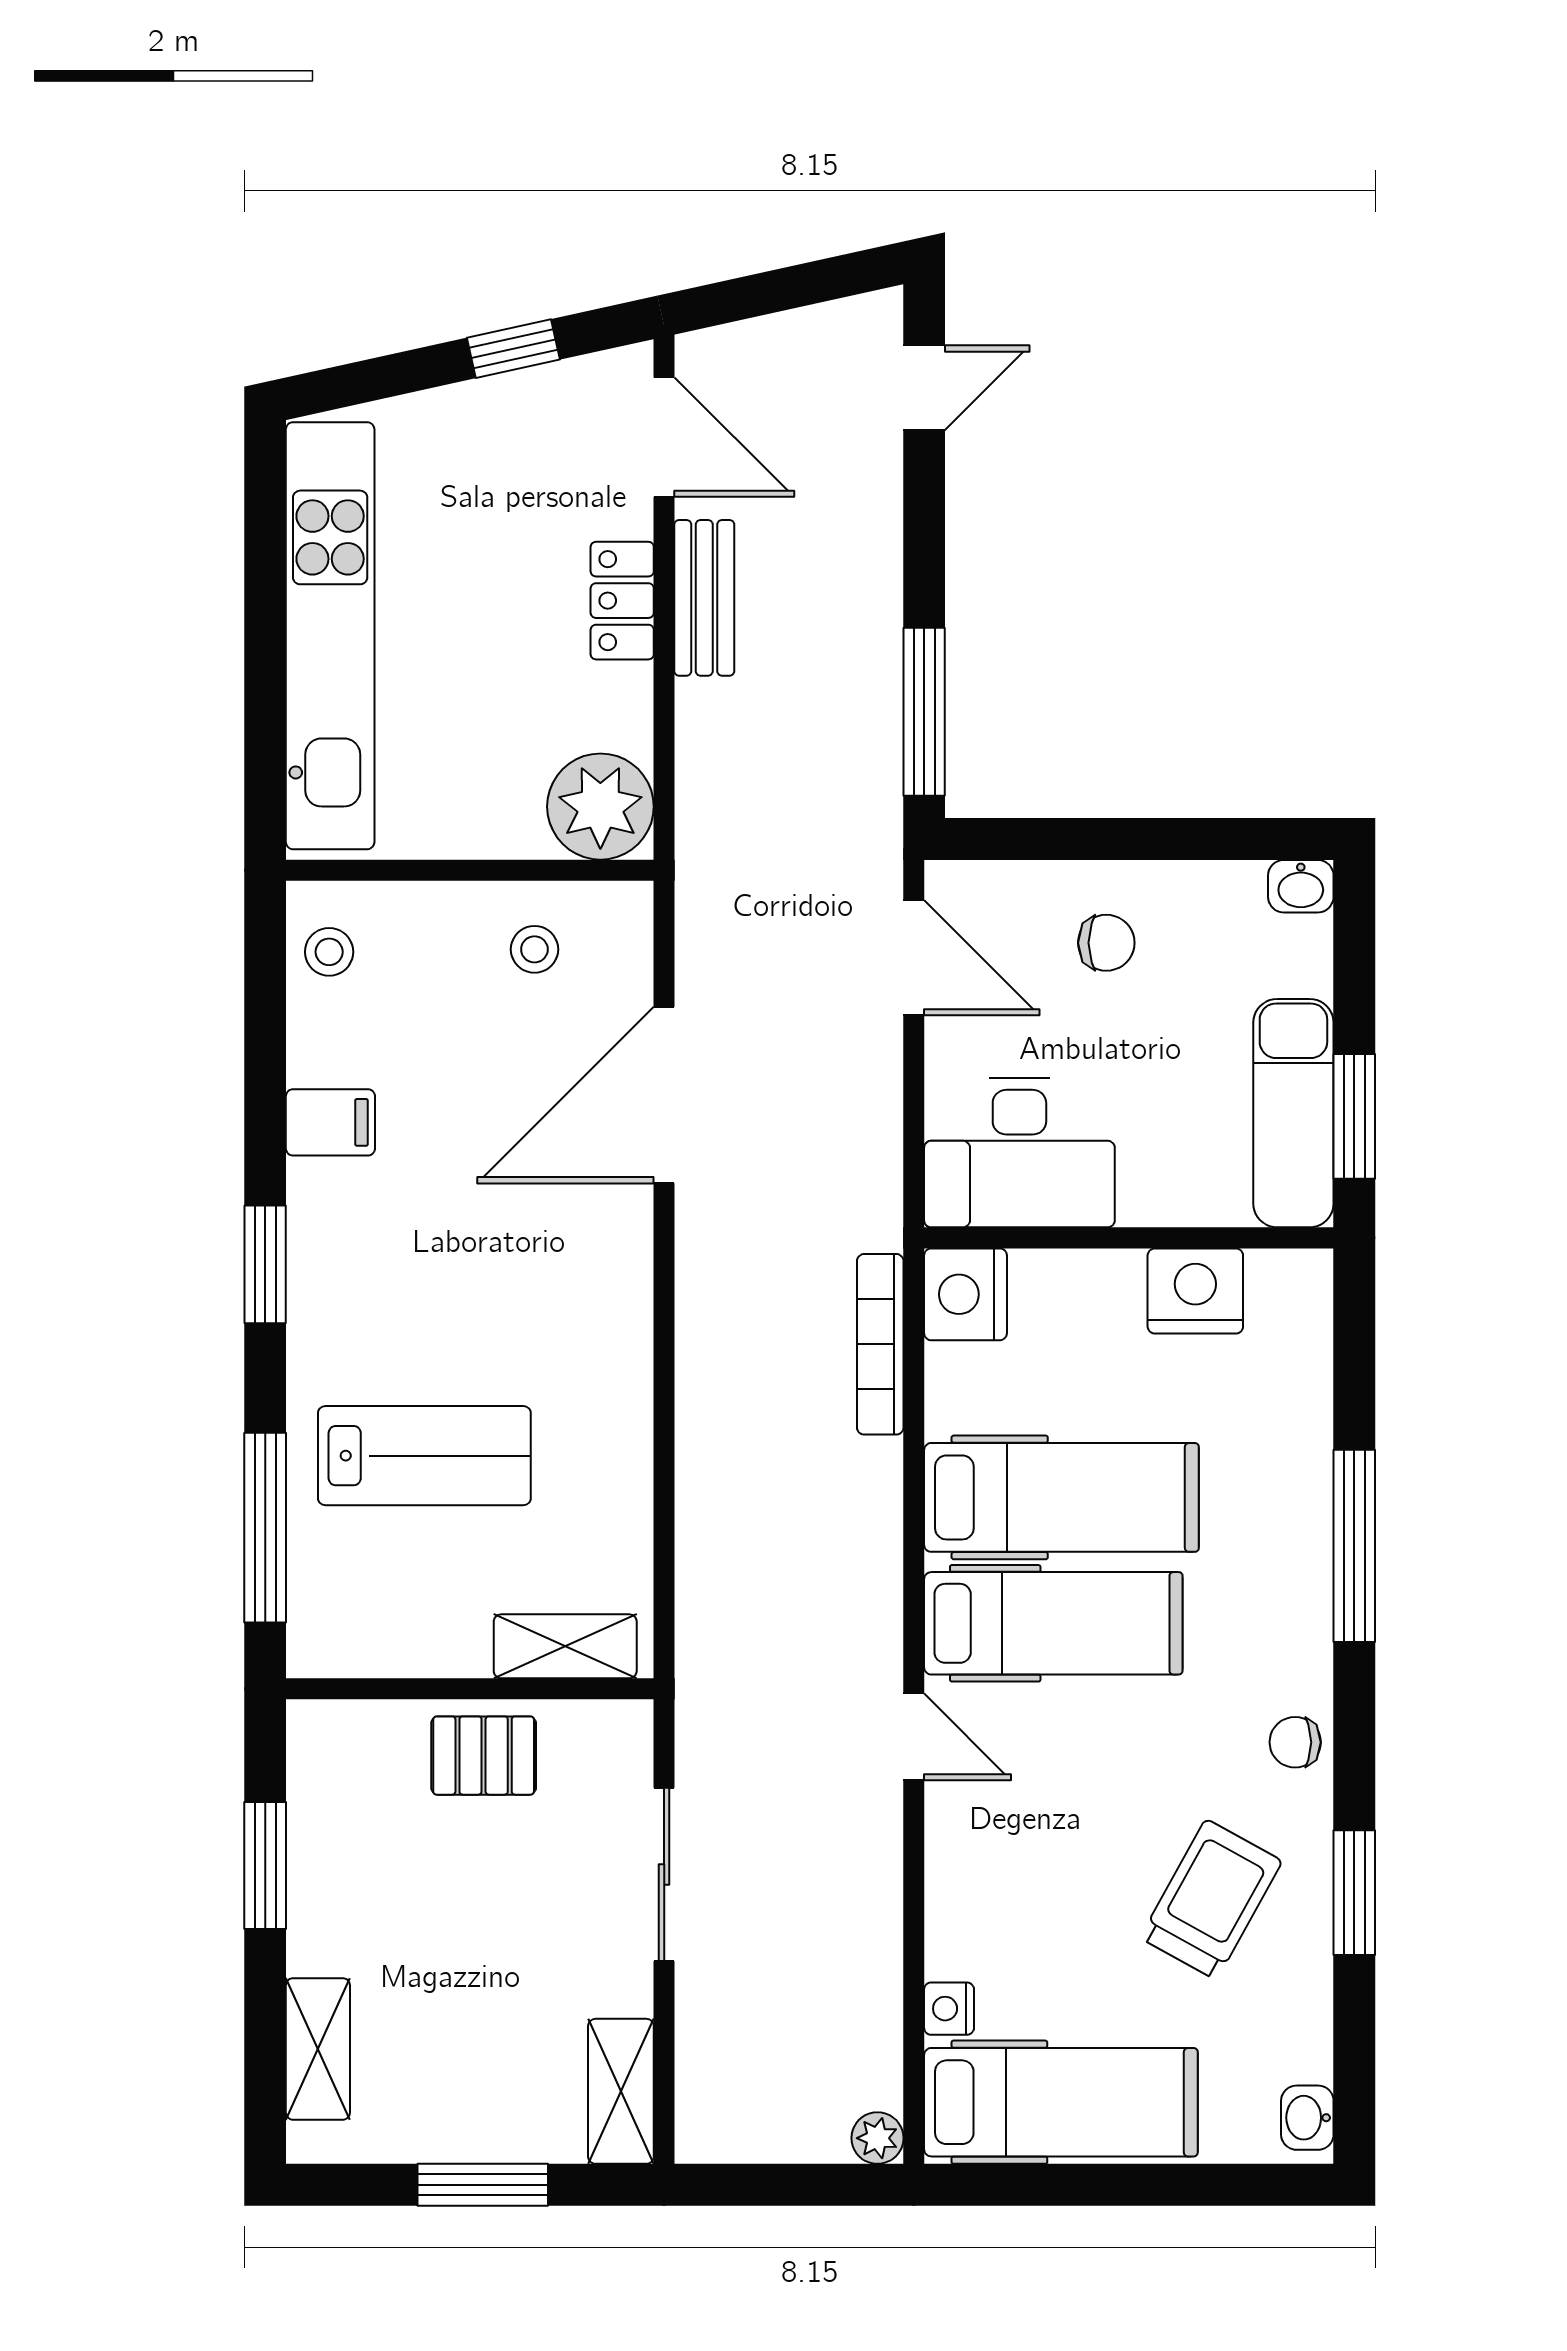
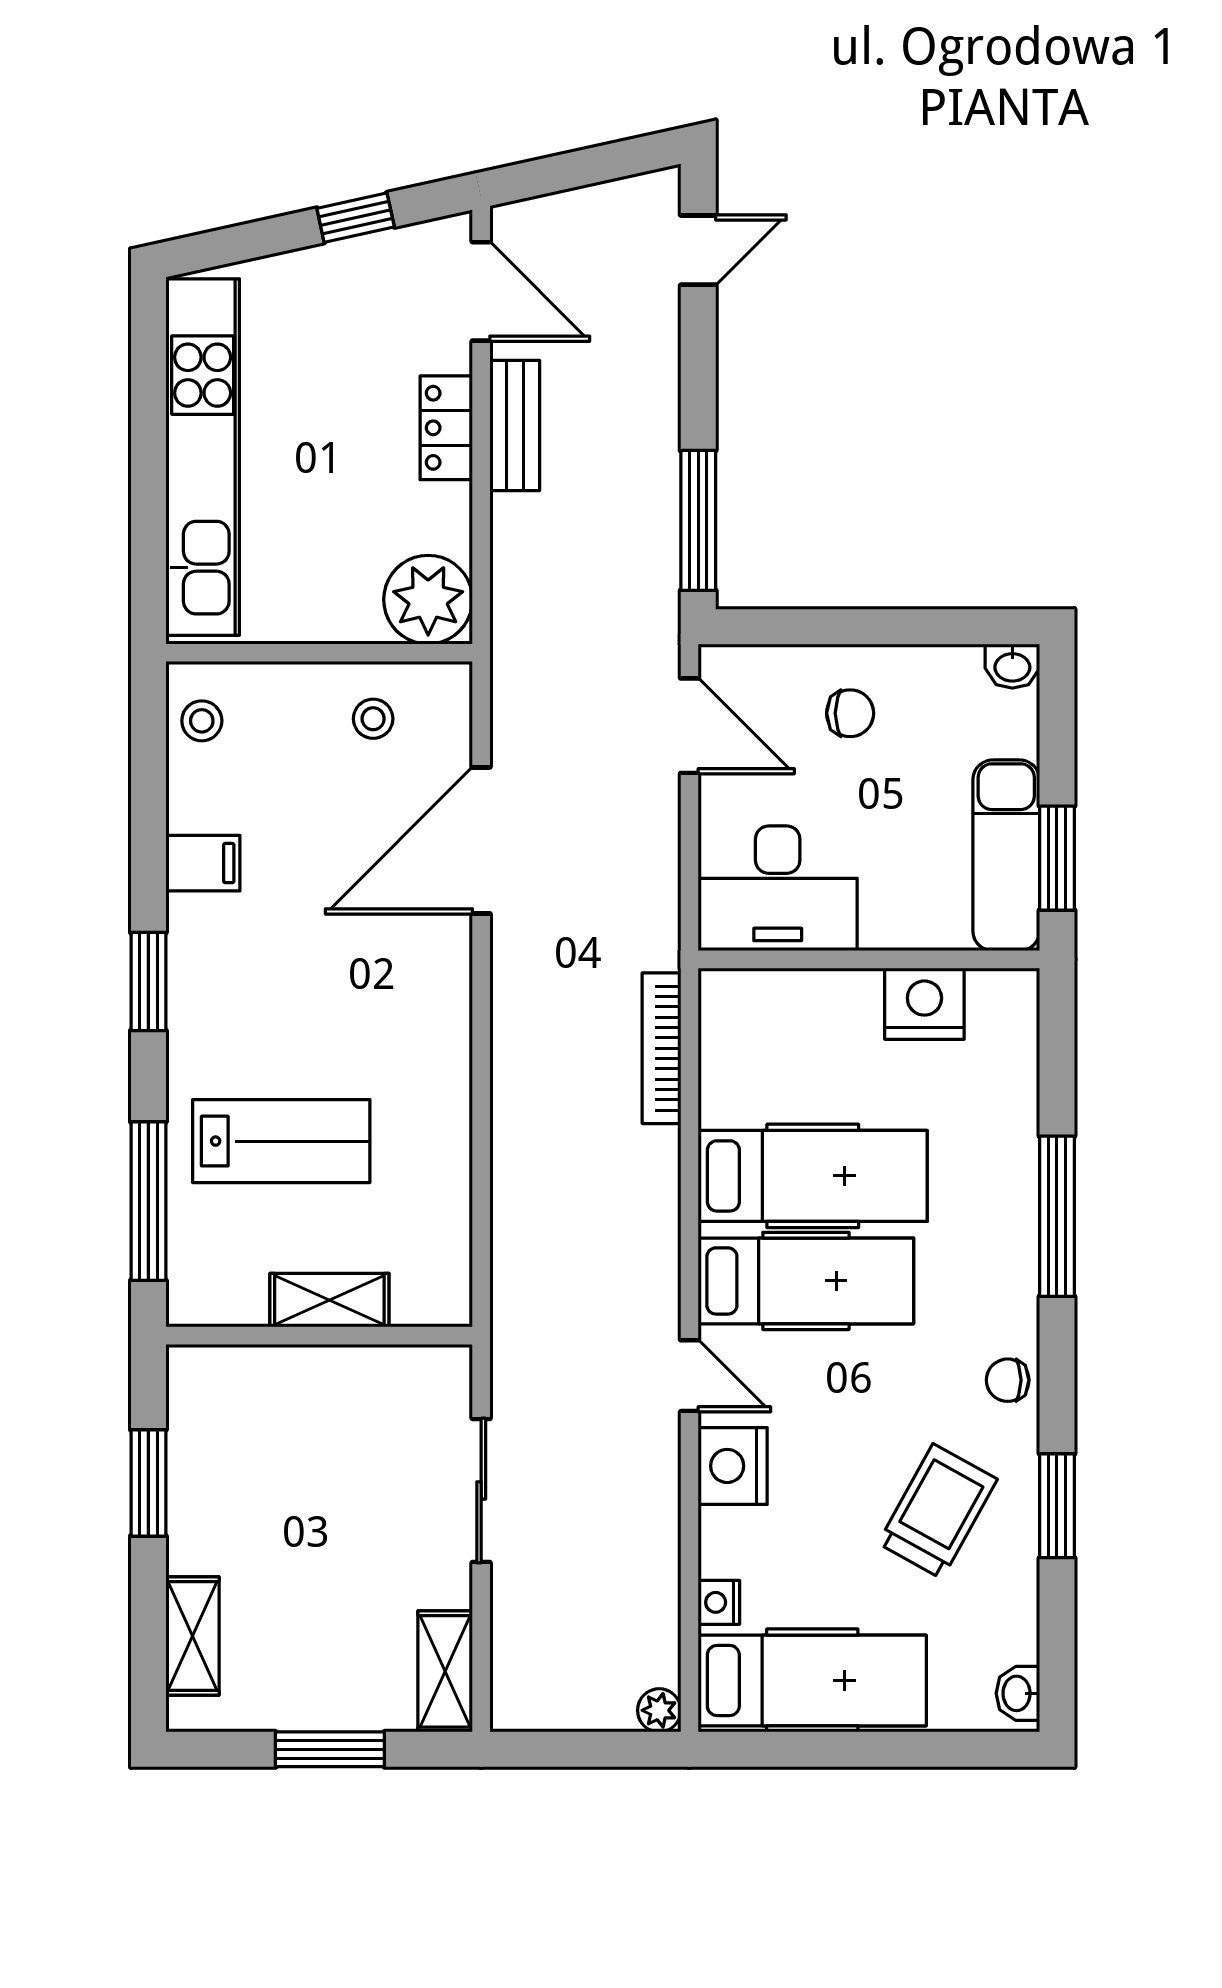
nightstand: (965, 1294) -> (733, 1466), moved
shelving: (565, 1646) -> (329, 1300), moved
pallet: (484, 1756) -> (331, 1391), removed

